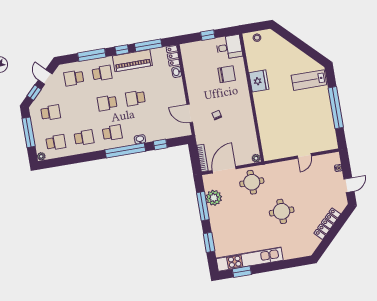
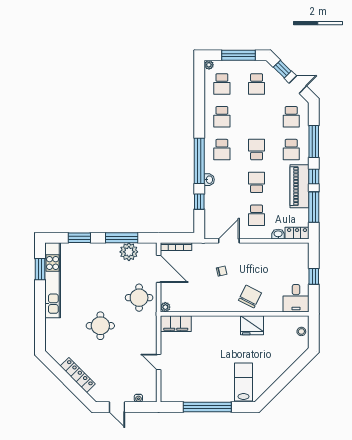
chair: (227, 74) -> (250, 297), moved, turned -153
school desk: (74, 78) -> (291, 117), turned 180
school desk: (164, 93) -> (257, 215), added
filing cabinet: (269, 147) -> (176, 324), added

